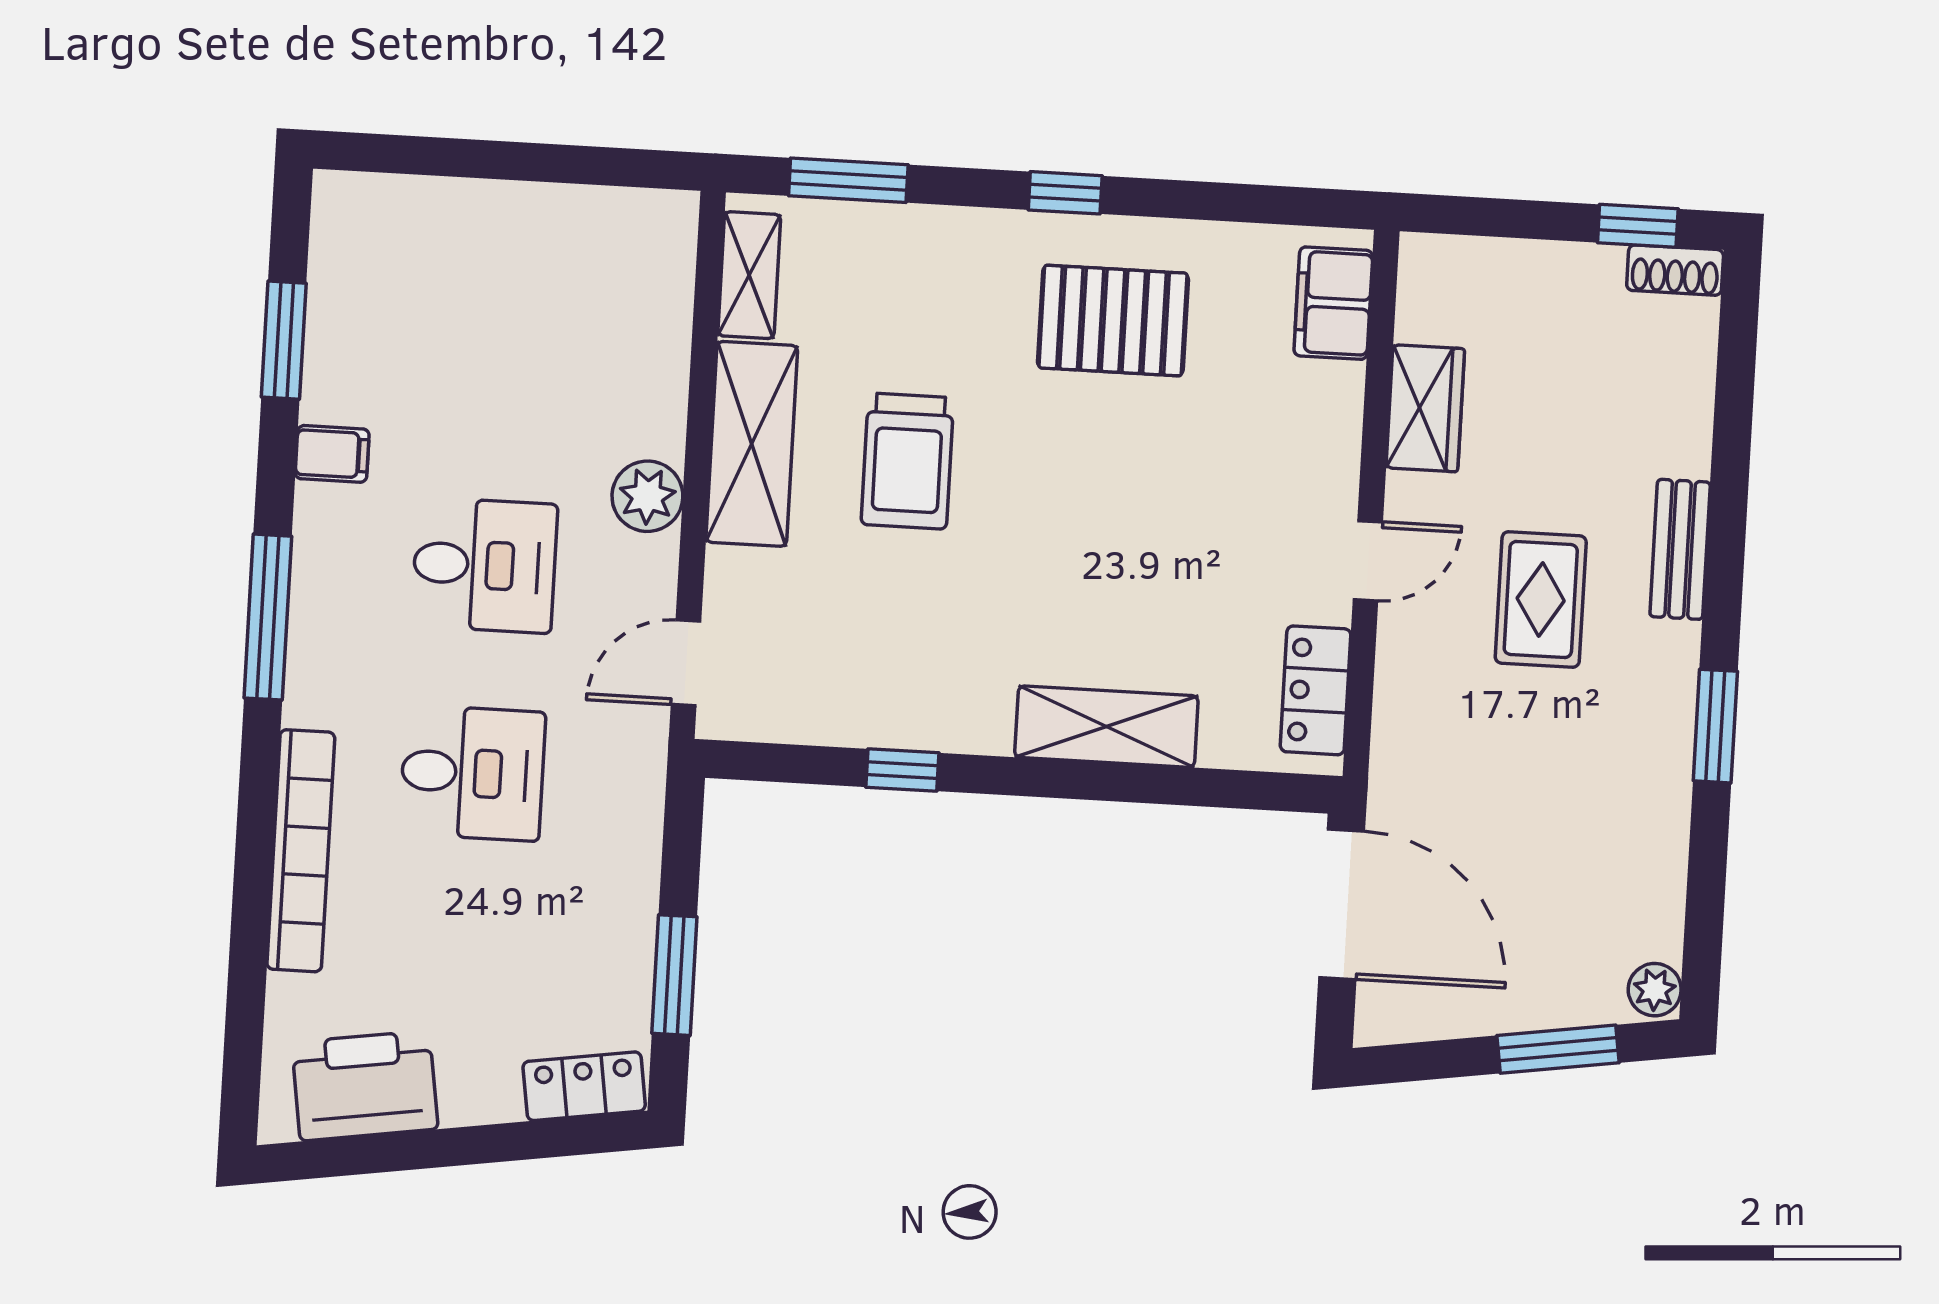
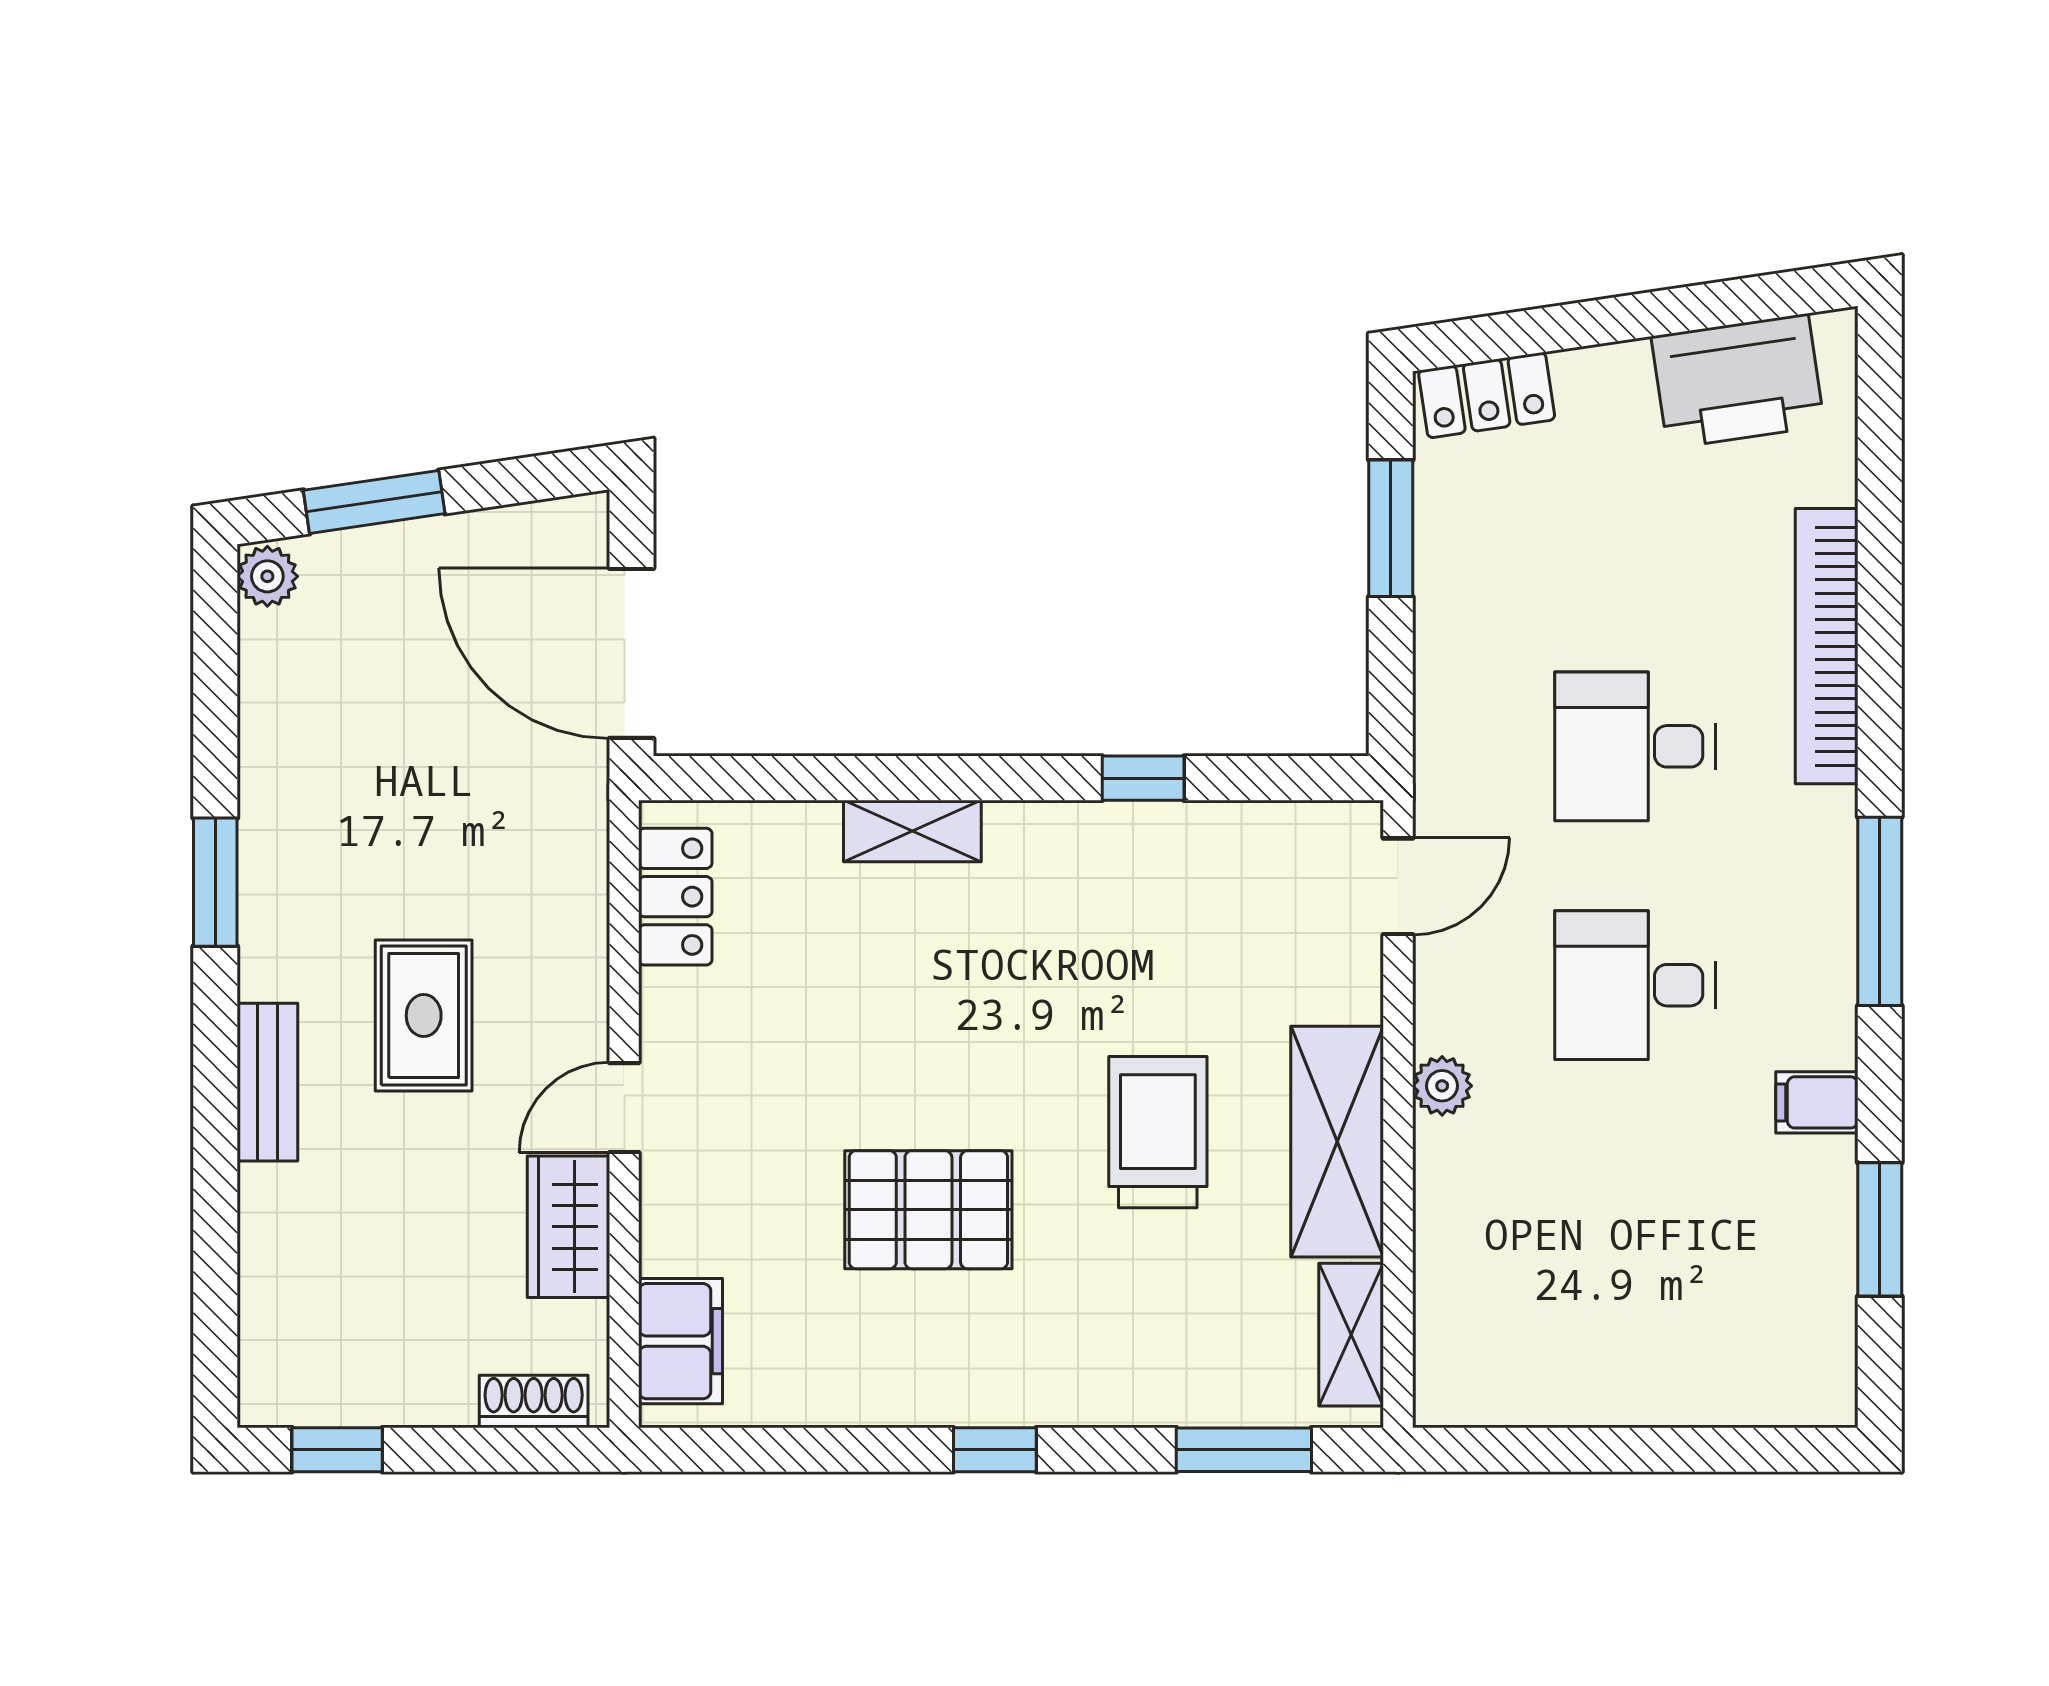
shoe rack: (1675, 270) -> (534, 1401), moved
pallet: (1113, 321) -> (928, 1210), moved
plant: (647, 496) -> (1442, 1086), width x0.73, depth x0.73
door: (1368, 561) -> (624, 1108), moved
shelving: (1106, 727) -> (912, 831), width x0.67, depth x0.75

